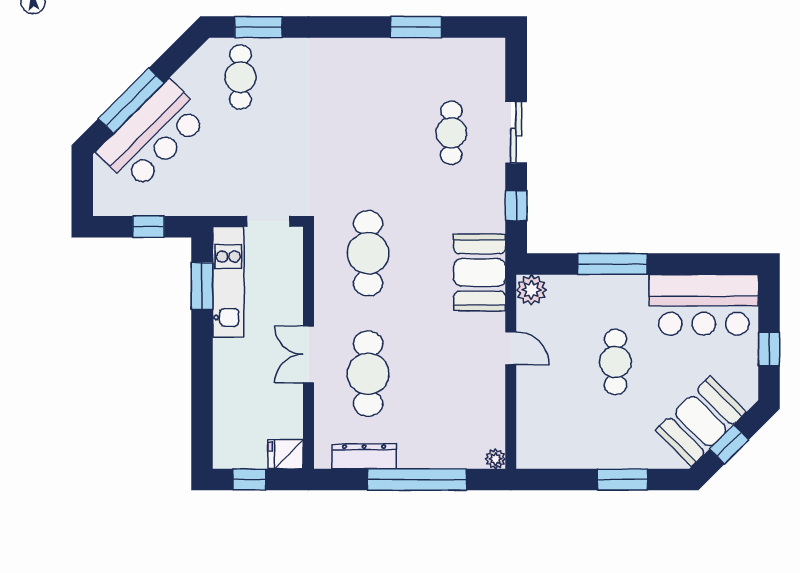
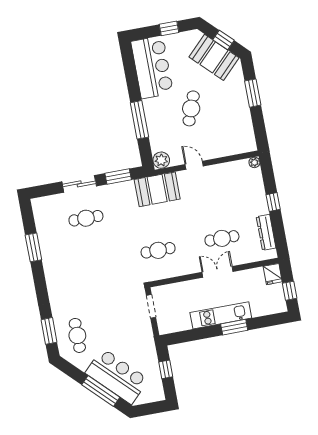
cafe table: (240, 77) -> (77, 335), turned 90
window: (516, 206) -> (118, 177), width x1.50
cafe table: (368, 253) -> (158, 250), width x0.73, depth x0.74
kitchen unit: (228, 282) -> (221, 315), moved
window: (202, 286) -> (234, 327), moved
door: (511, 348) -> (194, 165), hinge flipped
double door: (309, 354) -> (218, 272), swing flipped
cafe table: (615, 362) -> (191, 108), turned -70
cafe table: (368, 374) -> (222, 238), width x0.73, depth x0.74
window: (417, 480) -> (273, 202), width x0.32

